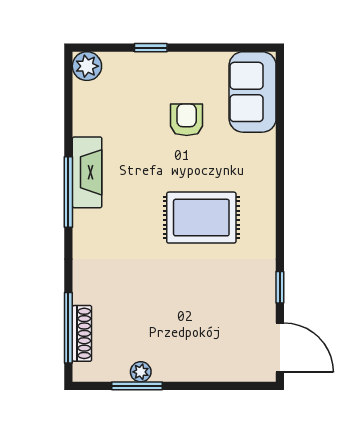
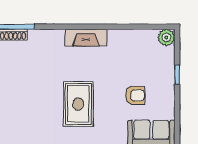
fireplace: (87, 172) -> (86, 38), moved
window: (68, 192) -> (93, 27), removed

